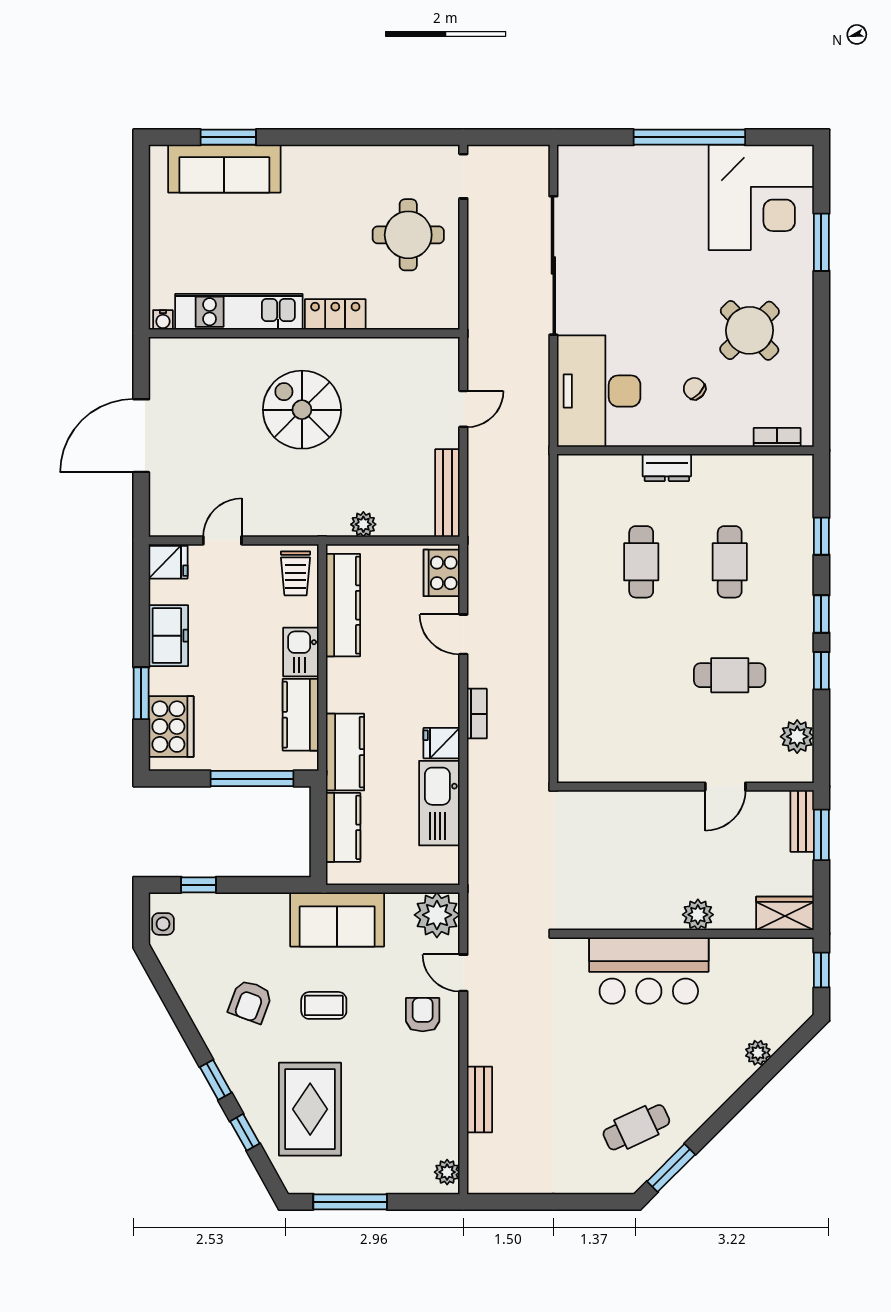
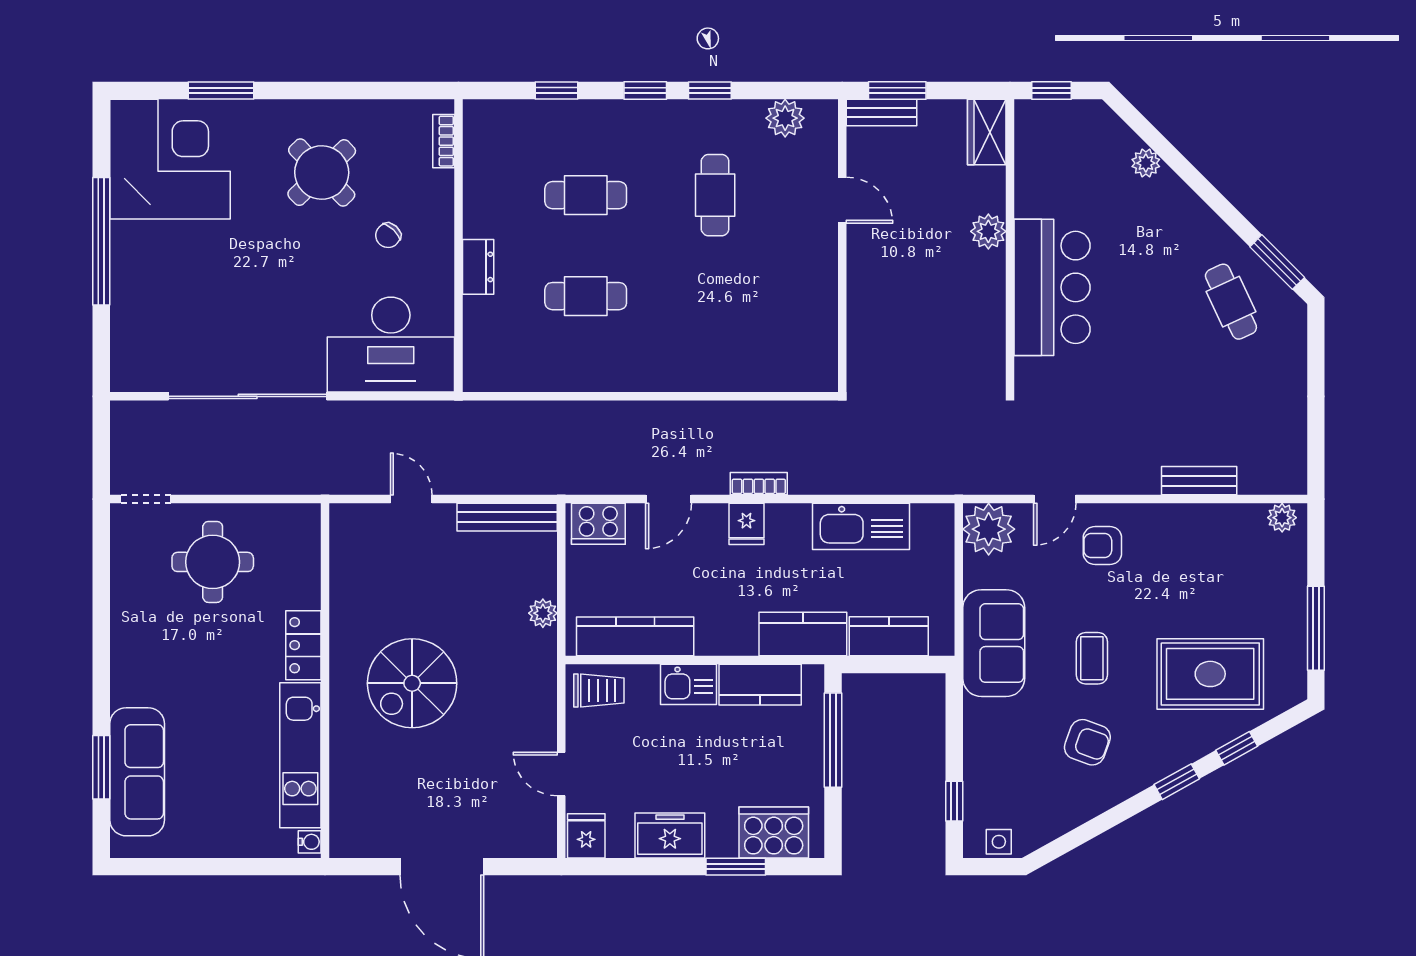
fridge: (442, 743) -> (746, 524), moved

